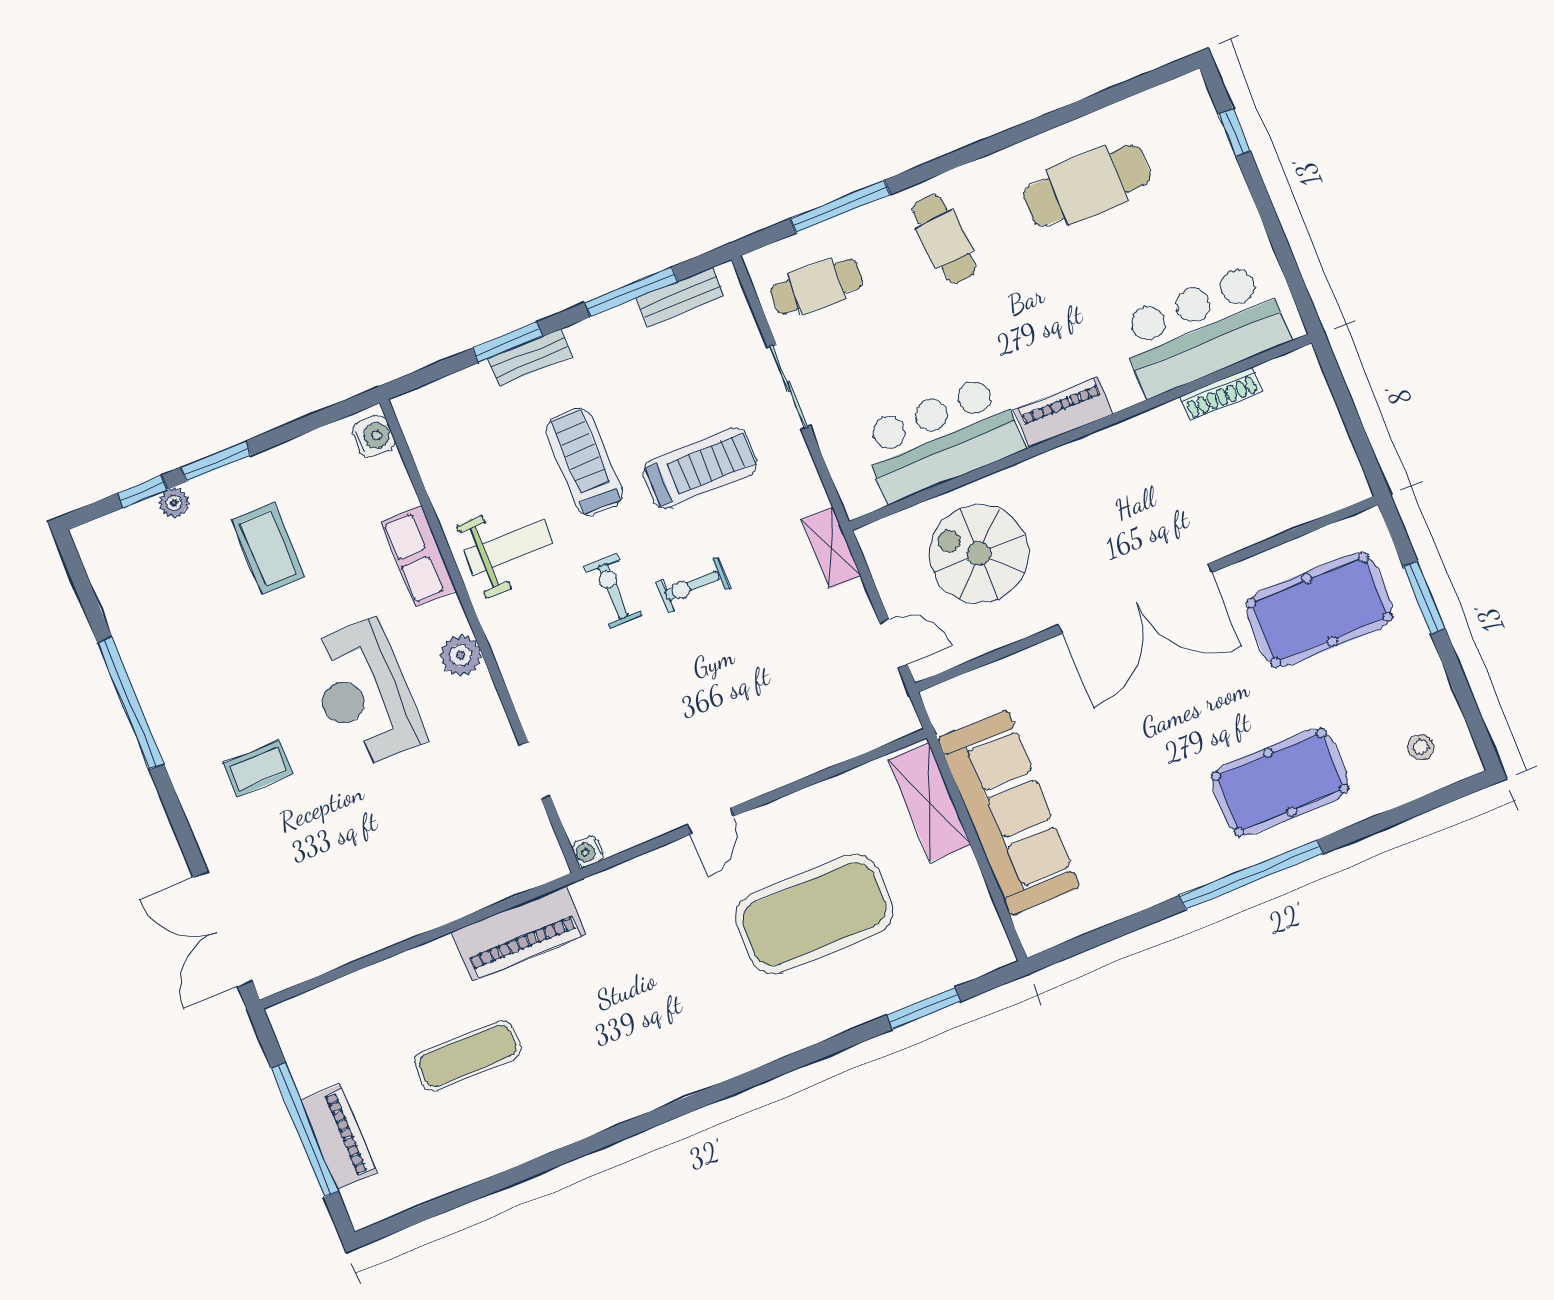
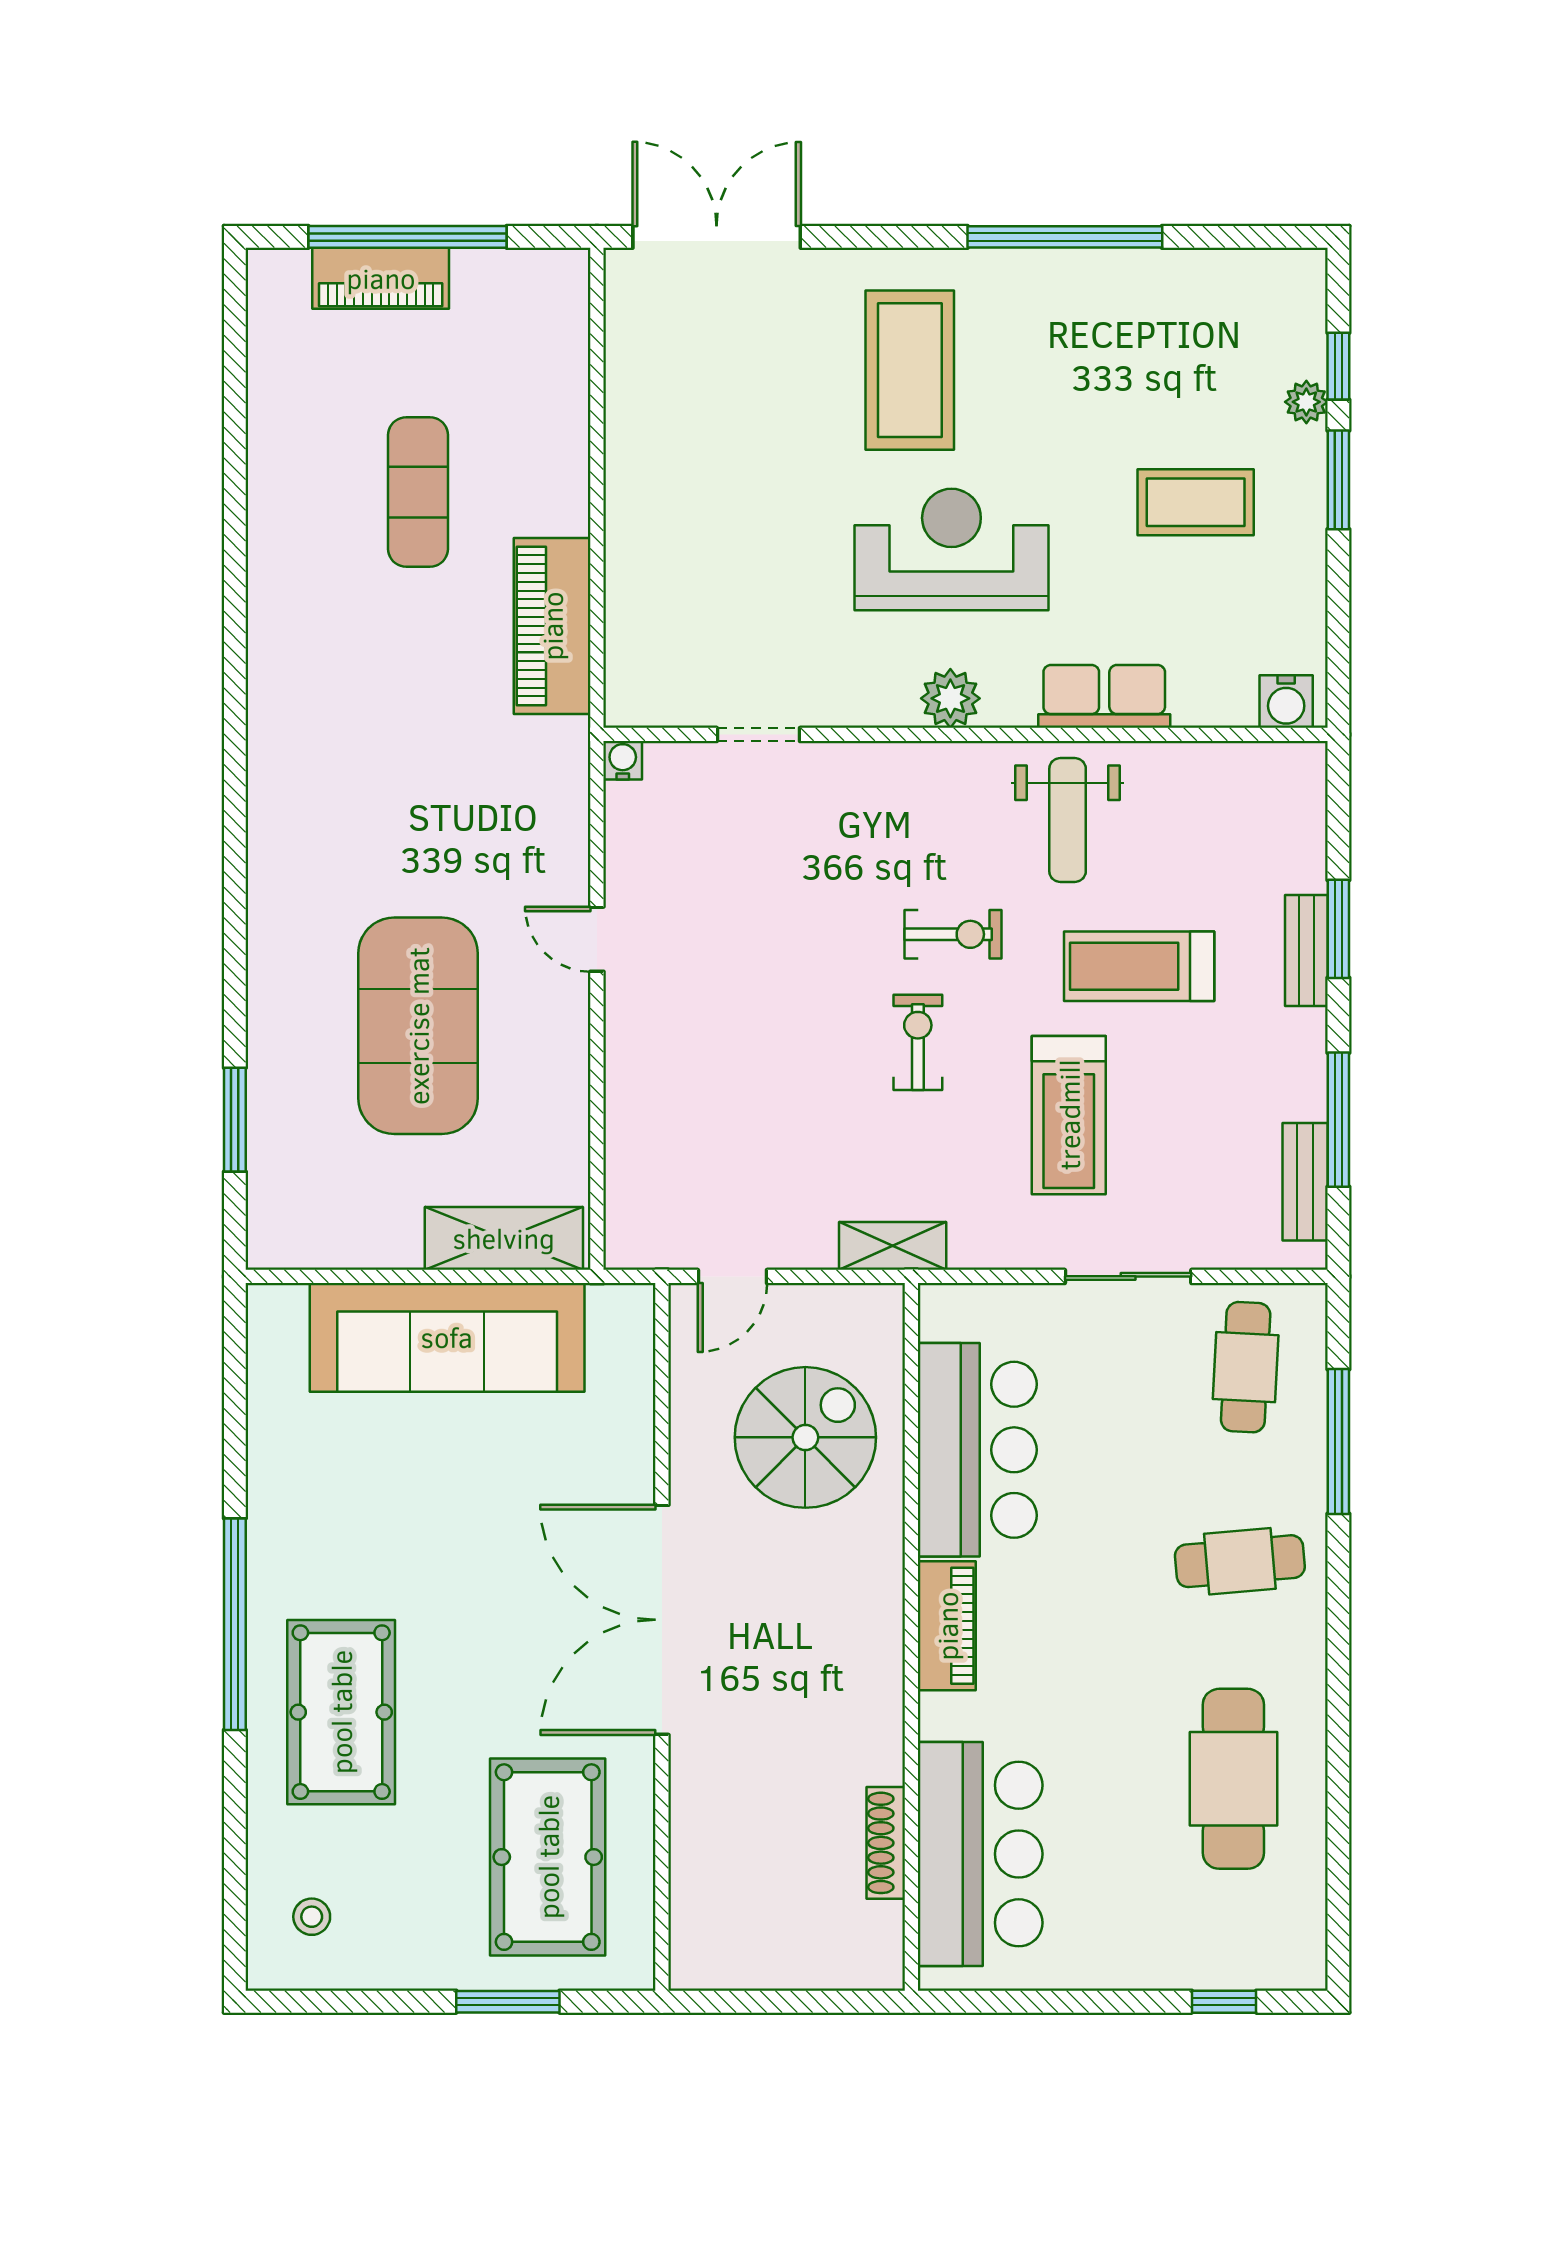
treadmill: (584, 462) -> (1139, 966), turned 180
coffee table: (258, 769) -> (910, 370), width x1.86, depth x1.72

